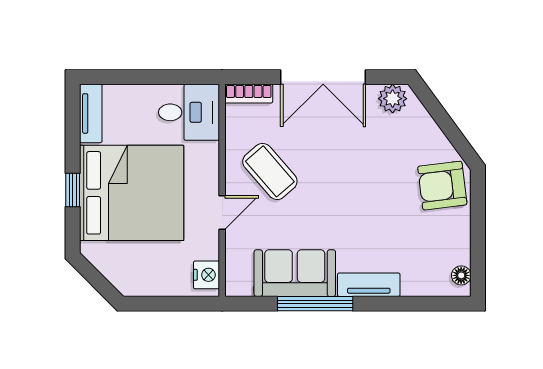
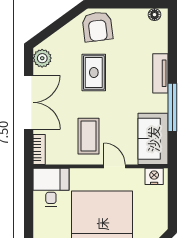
coffee table: (270, 171) -> (88, 136), turned -49
rug: (370, 180) -> (94, 72), added
sofa: (295, 273) -> (153, 139), moved

